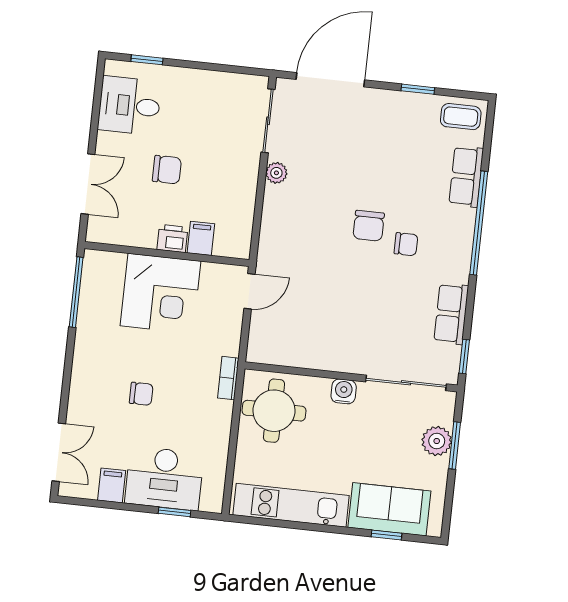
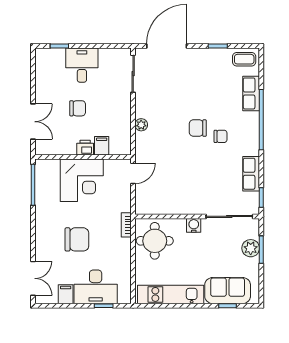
desk: (130, 106) -> (82, 65), moved, turned 90
plant: (276, 173) -> (141, 125), moved
chair: (369, 226) -> (198, 128), turned 90
chair: (141, 394) -> (77, 239), width x1.87, depth x1.87

